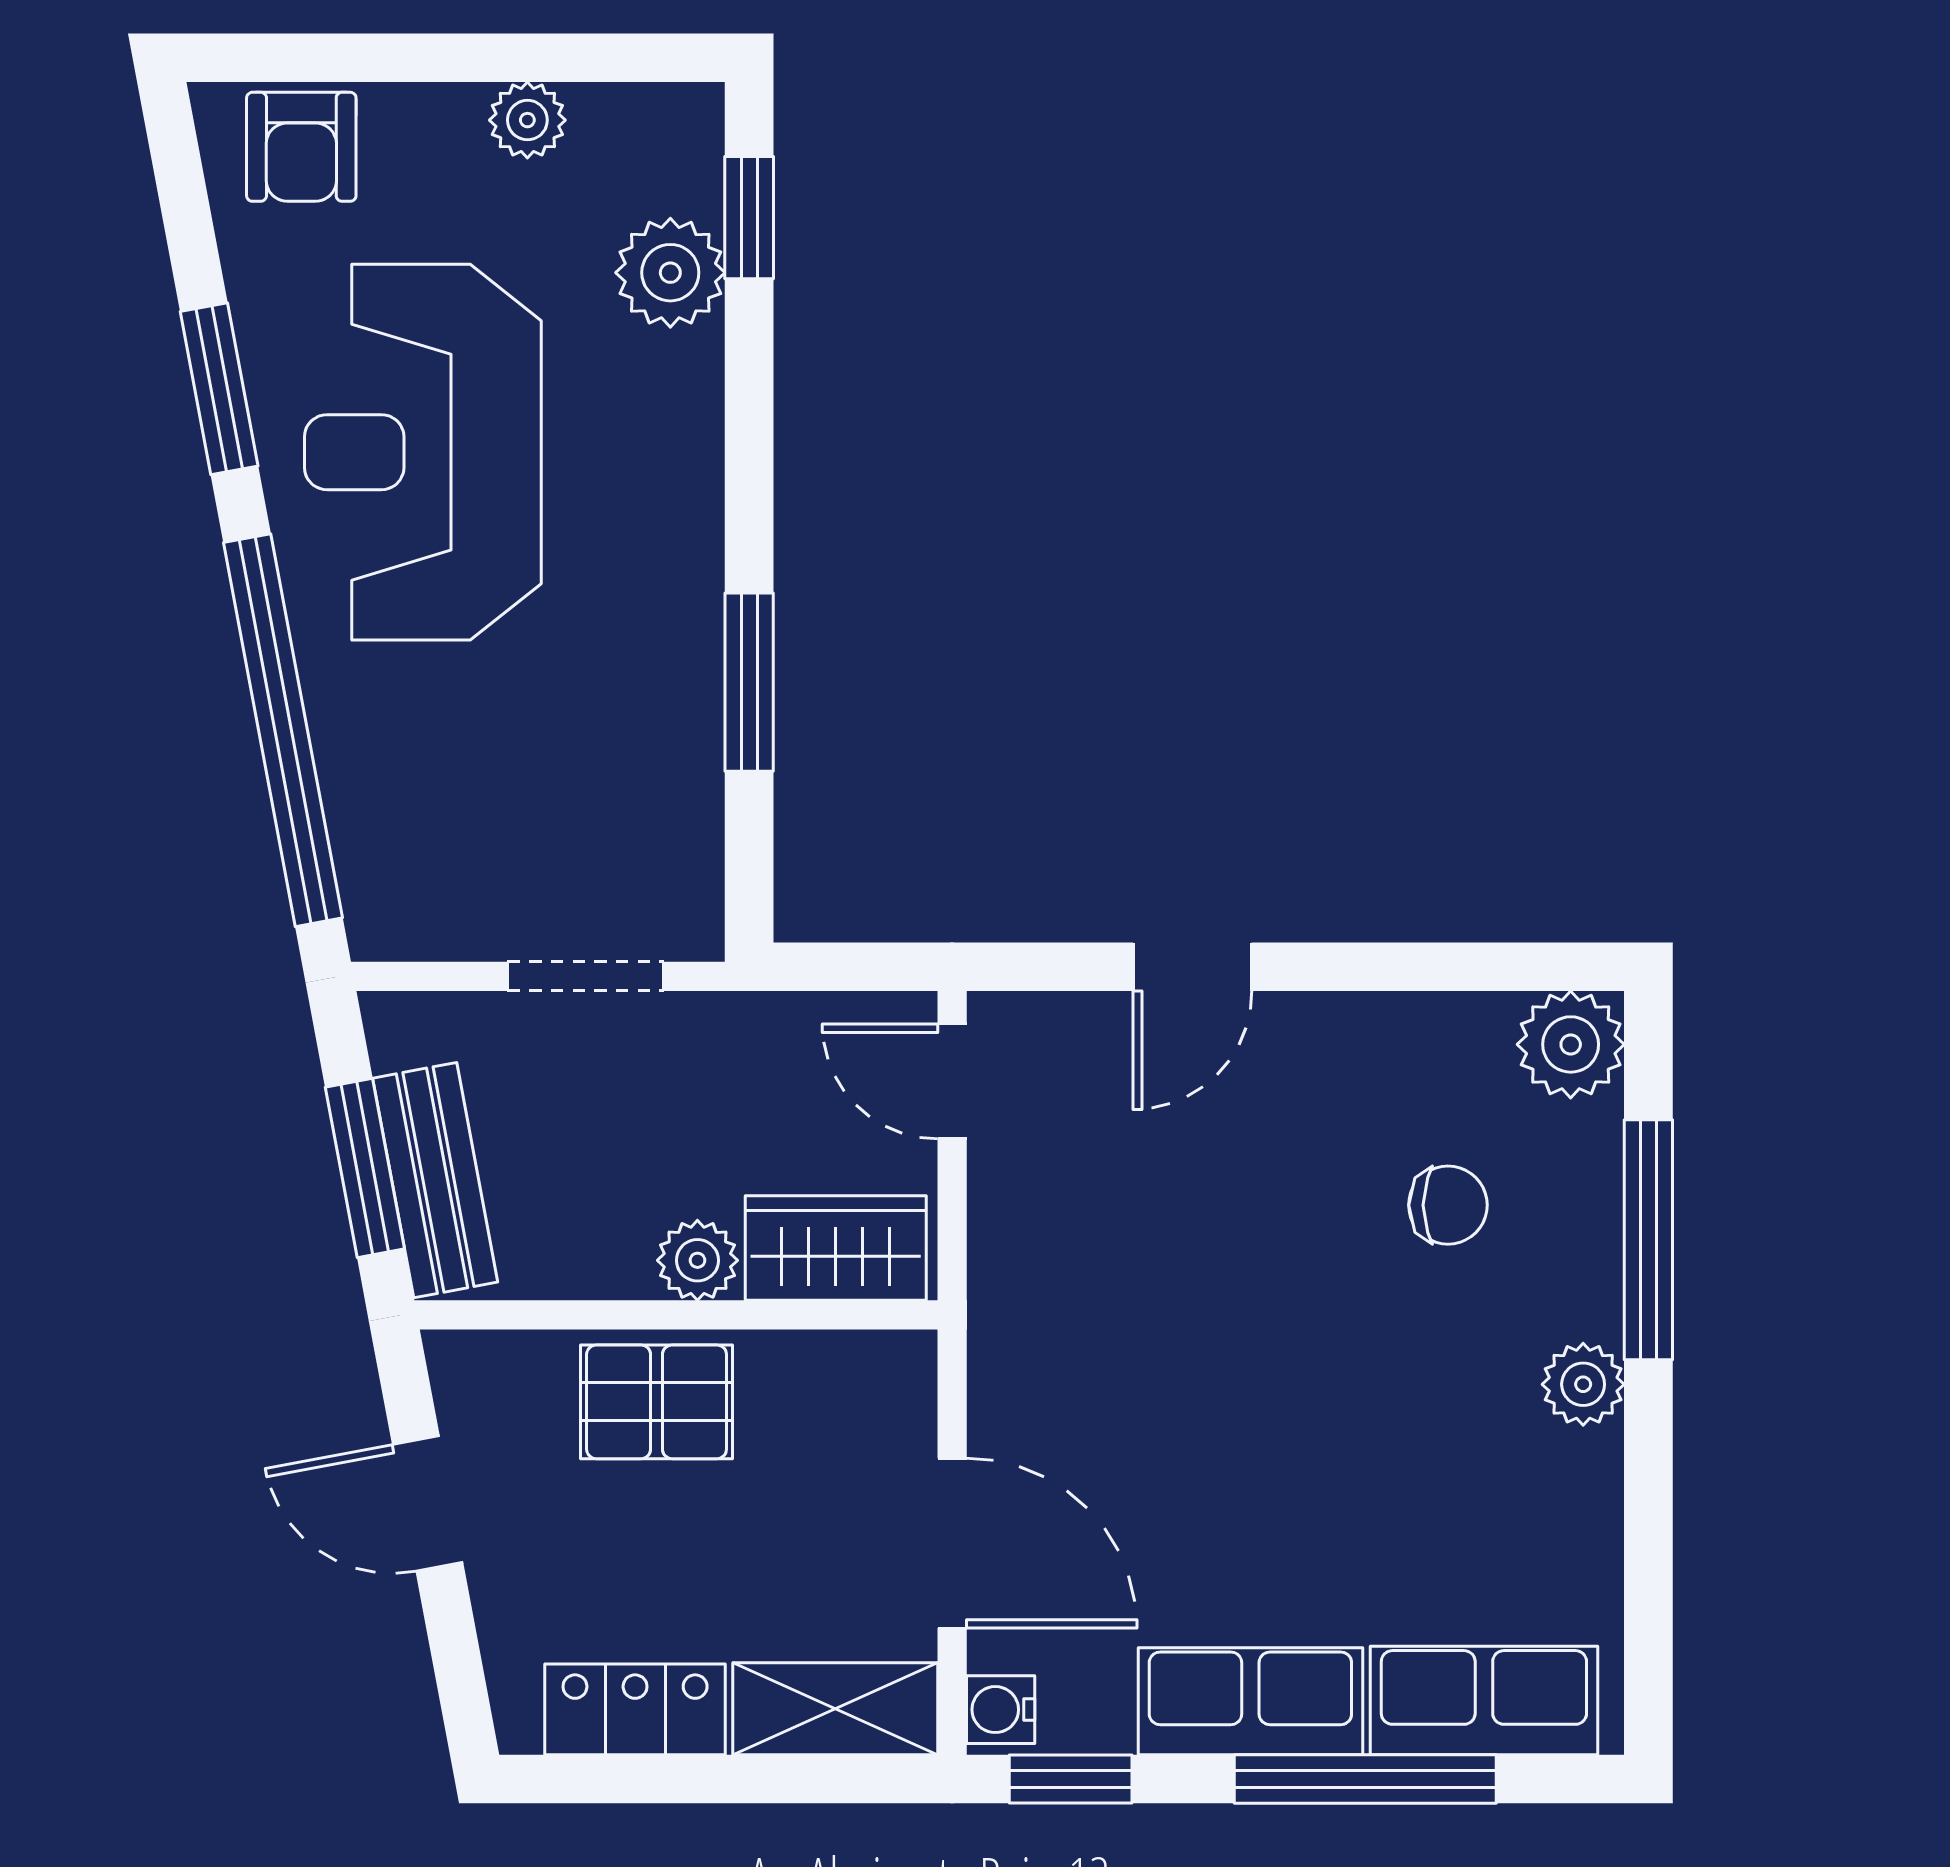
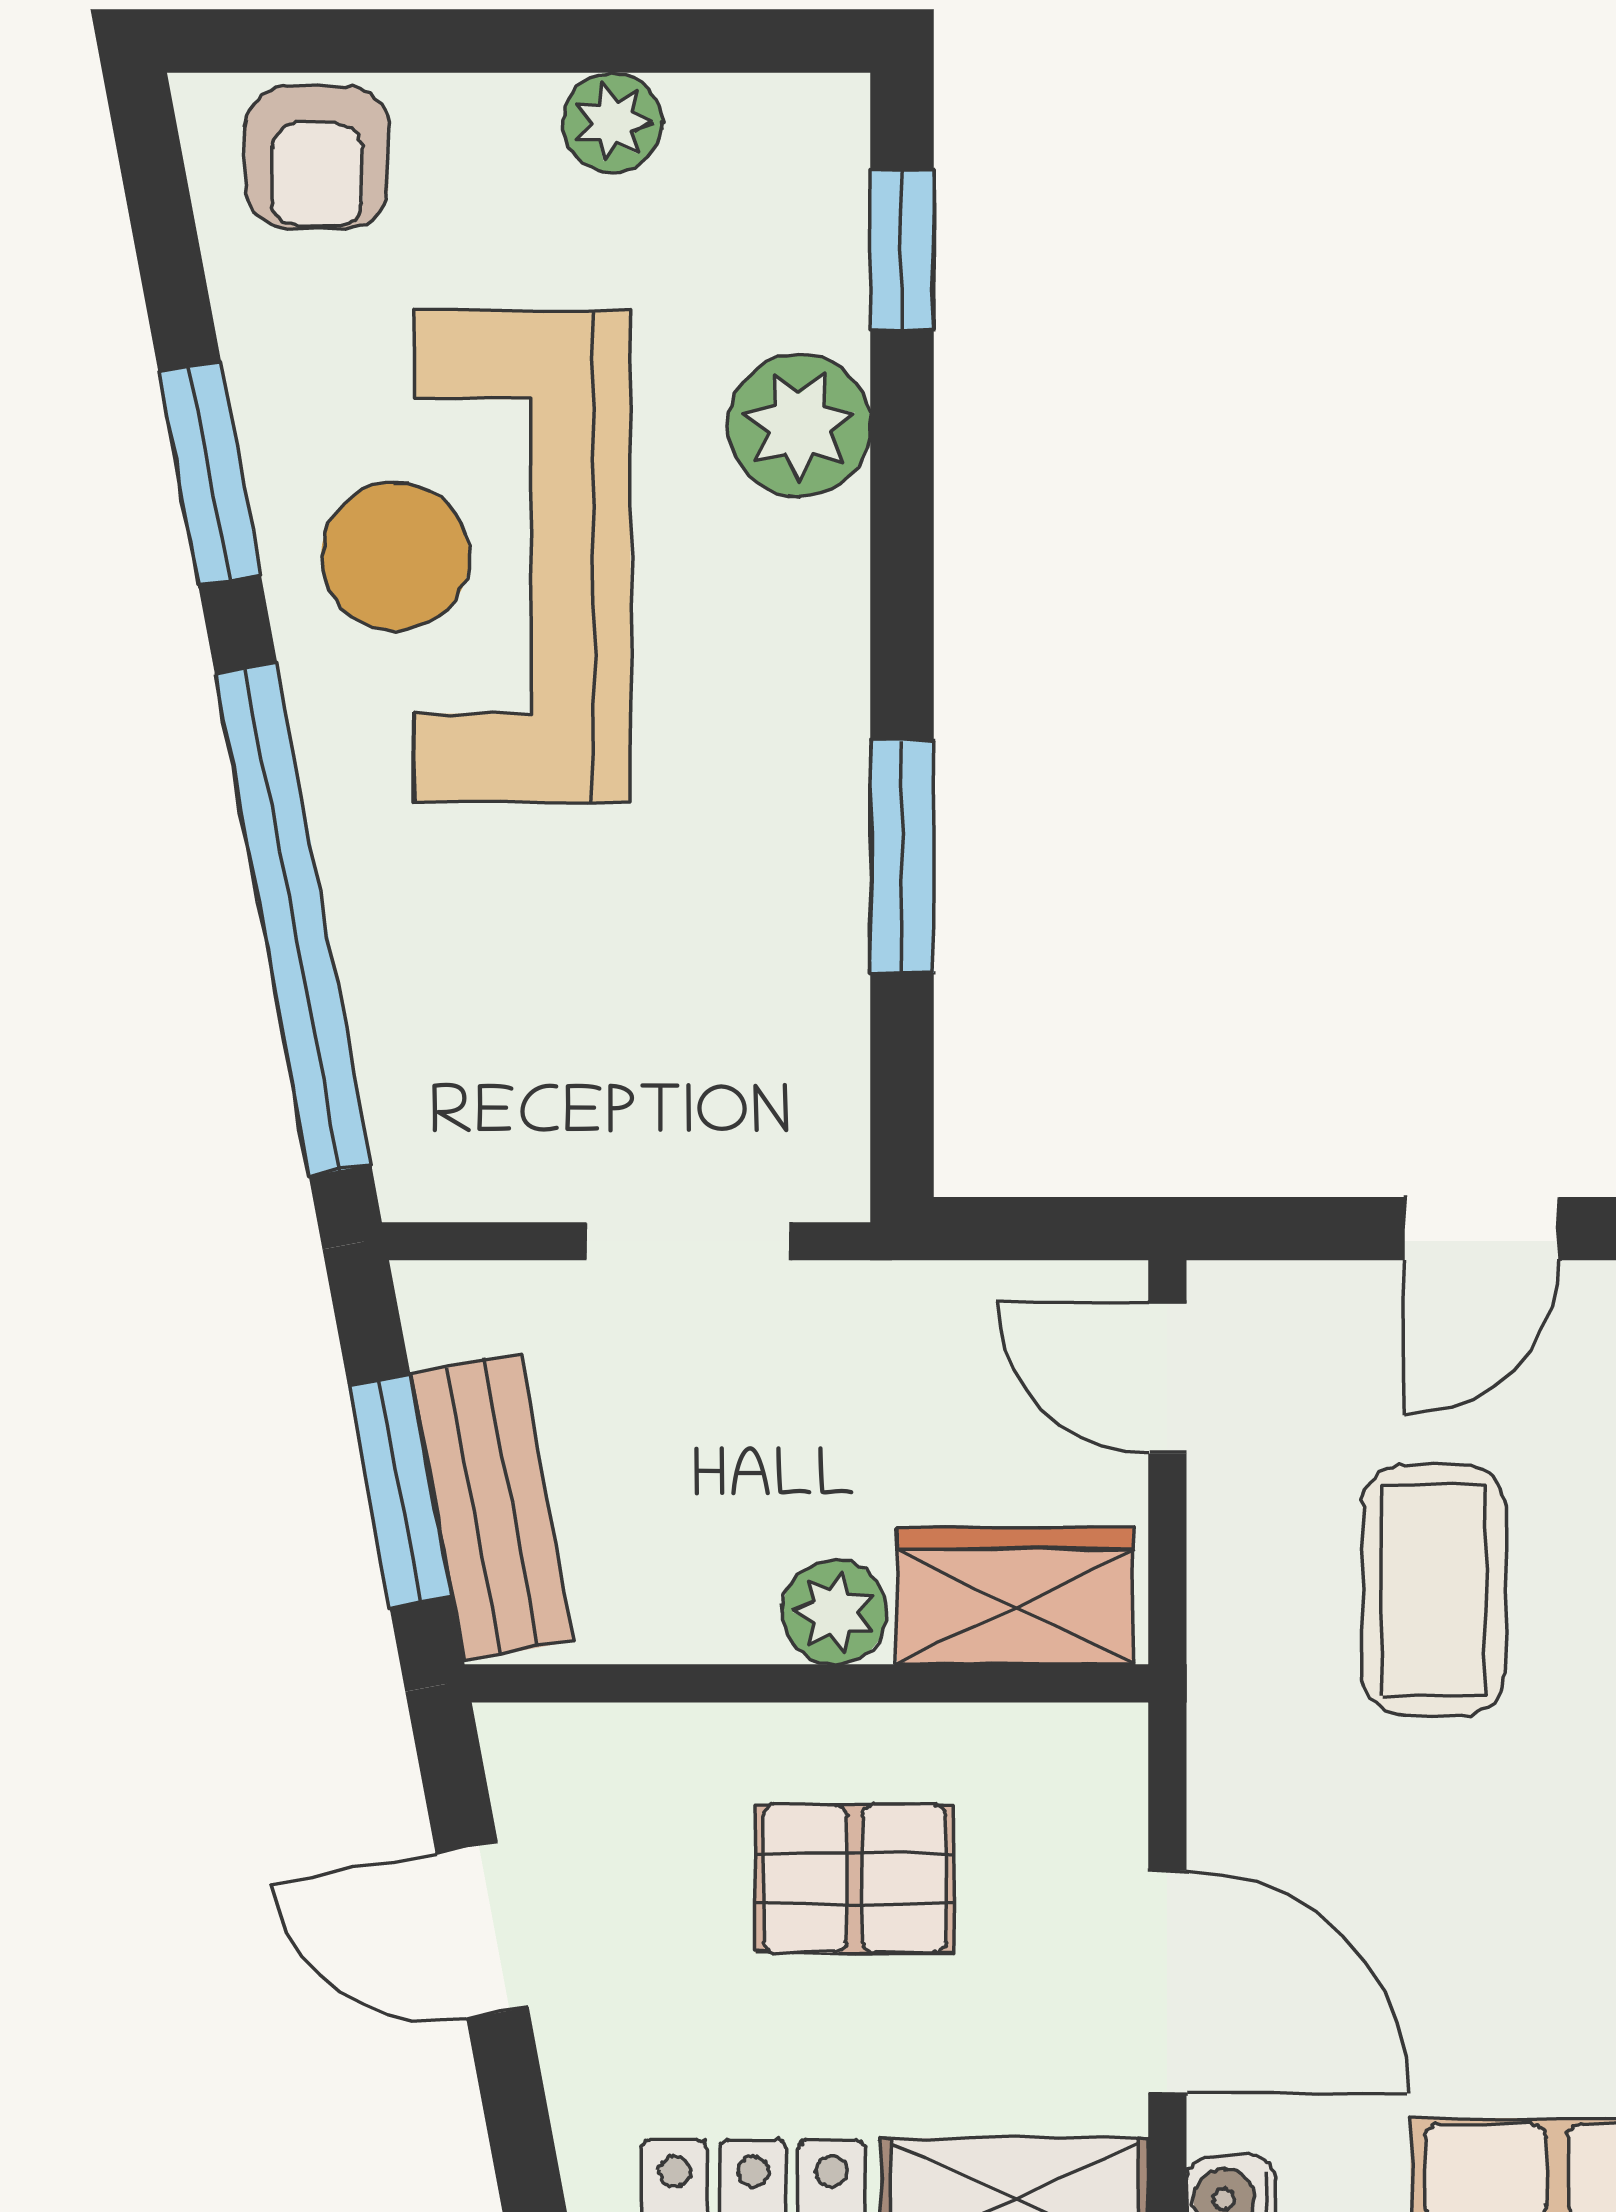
plant: (670, 273) -> (799, 425), moved
coffee table: (1156, 1243) -> (1434, 1590), added
pallet: (657, 1402) -> (855, 1879), moved

